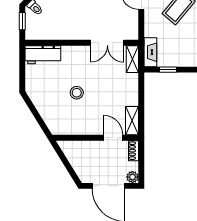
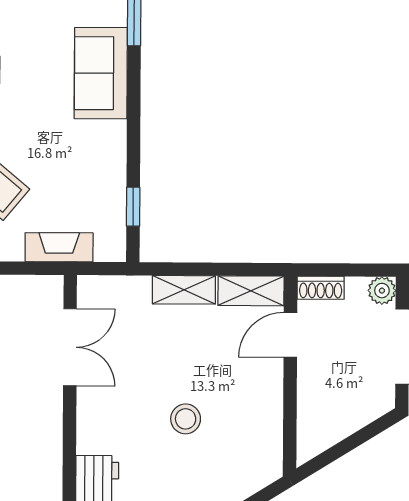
fireplace: (150, 52) -> (59, 247), moved
shelving: (132, 59) -> (184, 290), moved

